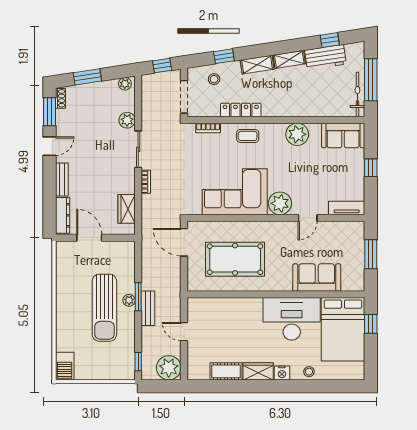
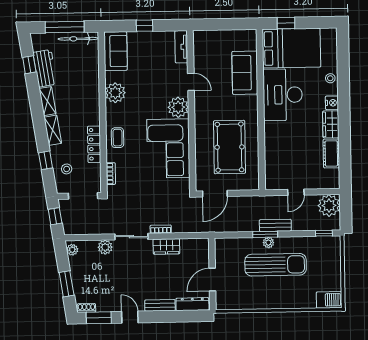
wardrobe: (127, 209) -> (166, 246), moved
window: (371, 254) -> (223, 24), removed

